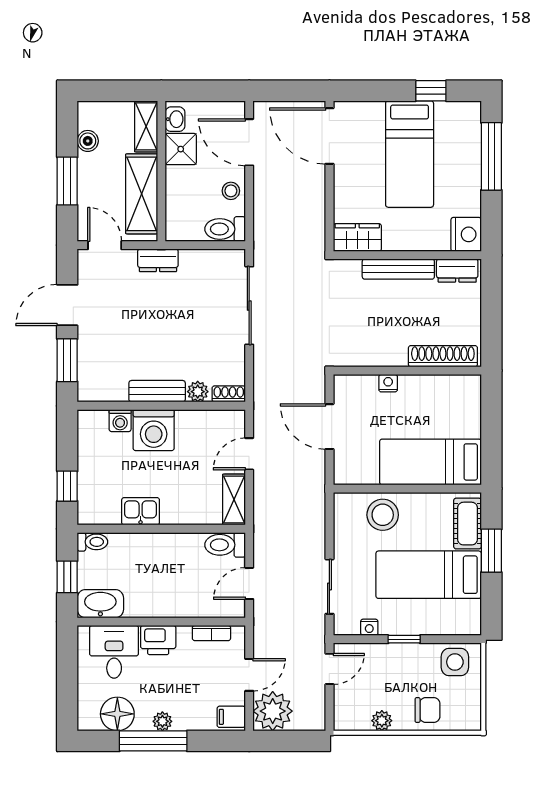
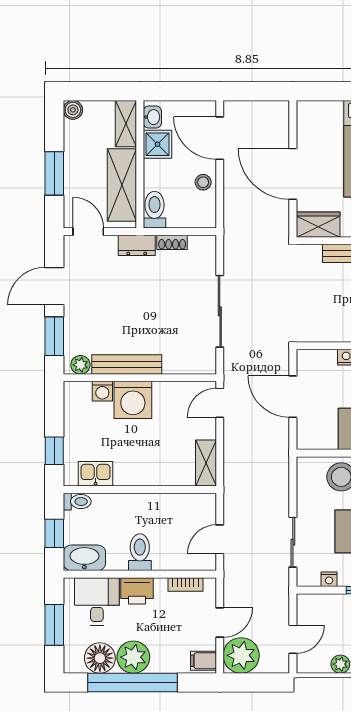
door: (329, 136) -> (293, 174), moved
boiler: (88, 141) -> (73, 110), moved
toilet: (225, 229) -> (155, 210), moved, turned 90
sliding door: (249, 305) -> (220, 311), moved
bench: (157, 391) -> (127, 365), width x1.36
plant: (198, 392) -> (80, 365), moved
shoe rack: (229, 394) -> (172, 242), moved, turned 180
door: (249, 454) -> (220, 403), moved
kitchen sink: (141, 511) -> (96, 474), moved
toilet: (225, 545) -> (140, 552), moved, turned 90
door: (329, 669) -> (293, 639), moved
window: (67, 677) -> (54, 625), added
plant: (162, 721) -> (133, 657), width x1.88, depth x1.88
window: (153, 741) -> (132, 683), width x1.46

